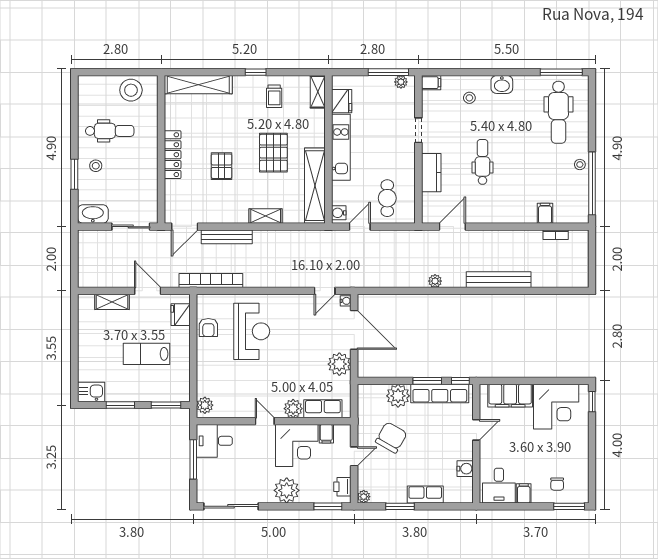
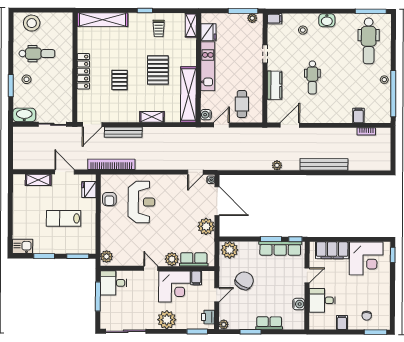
stool: (131, 90) -> (32, 23), moved
dental chair: (483, 162) -> (312, 77), turned 180
plant: (398, 396) -> (230, 250), moved
desk: (499, 486) -> (322, 300), moved, turned 90

